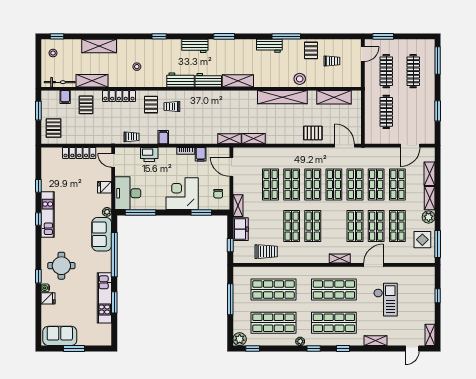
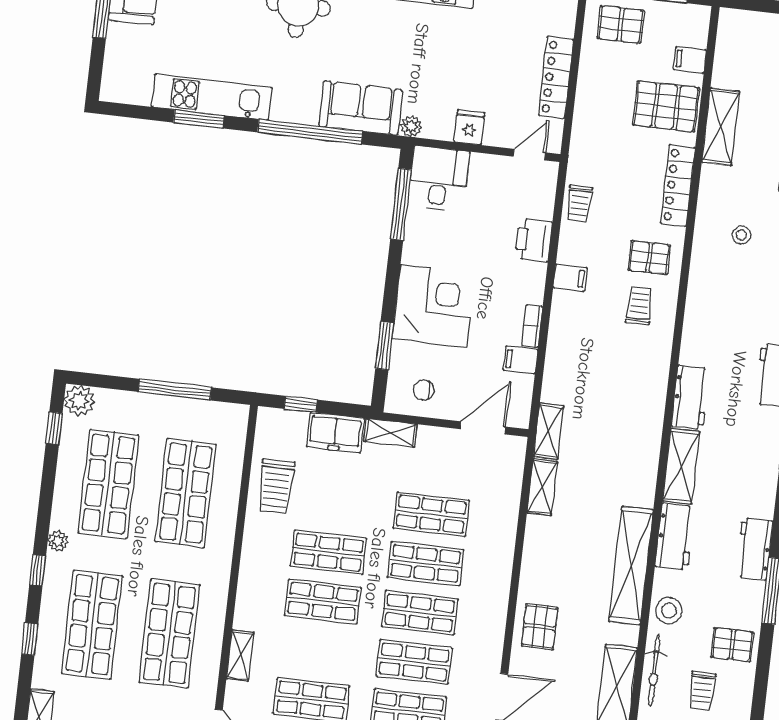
workbench: (181, 80) -> (675, 537), moved
bicycle: (60, 82) -> (654, 670), moved
pallet: (86, 105) -> (666, 106), width x1.50, depth x1.42
desk: (128, 193) -> (439, 179), width x0.73

